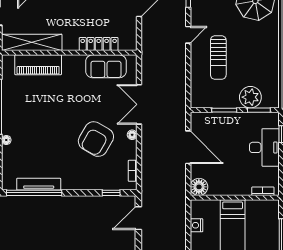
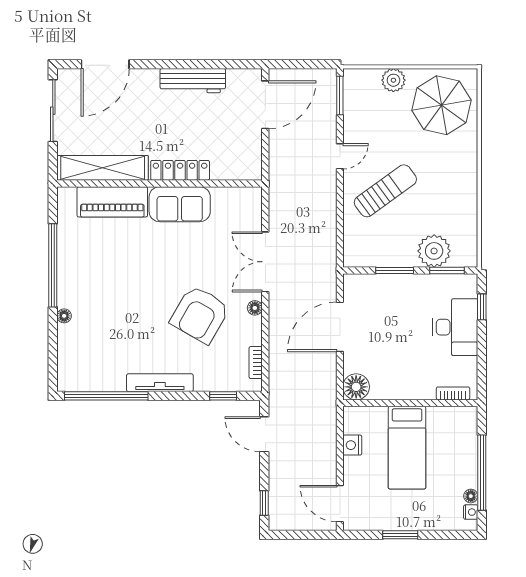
locker: (99, 44) -> (180, 170), moved
sun lounger: (218, 58) -> (385, 191), turned -126
sofa: (106, 66) -> (180, 204), moved
door: (188, 147) -> (340, 327), swing flipped
tv unit: (39, 184) -> (160, 383), moved
door: (138, 218) -> (264, 434), hinge flipped

